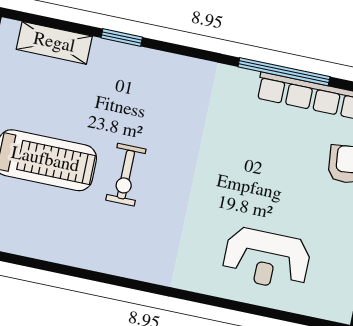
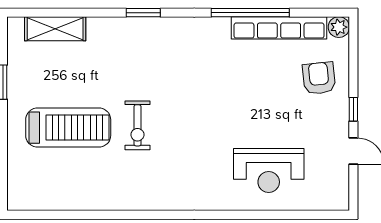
window: (122, 37) -> (143, 13), moved

